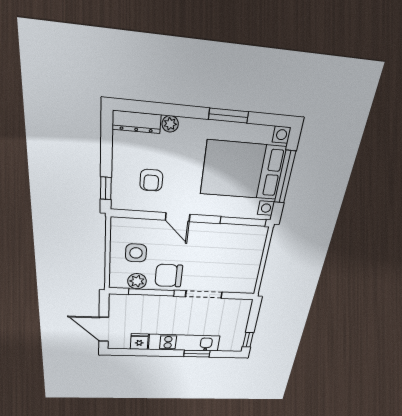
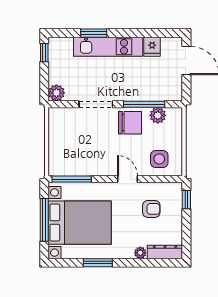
armchair: (151, 180) -> (151, 209), turned 90
side table: (136, 253) -> (159, 159), moved
plant: (243, 306) -> (56, 93), added

